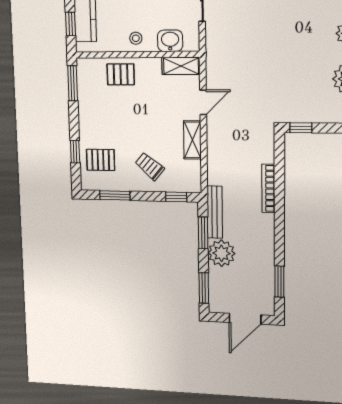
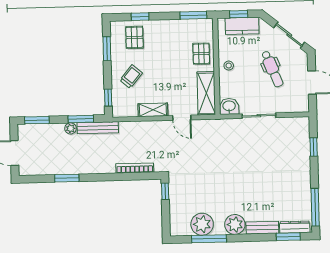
washbasin: (170, 41) -> (229, 106), moved, turned -90
shelving: (181, 66) -> (206, 93), width x1.50, depth x1.33
bookcase: (268, 188) -> (135, 168), moved
plant: (221, 253) -> (71, 128), width x0.53, depth x0.53
window: (279, 282) -> (67, 178), moved

